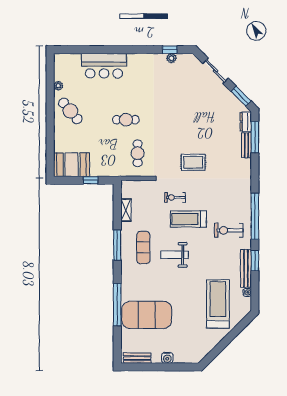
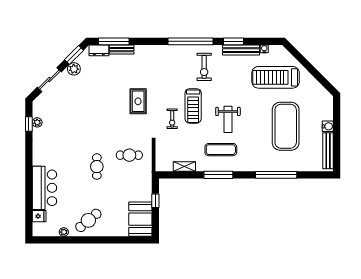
fridge: (75, 60) -> (39, 216), added
plant: (227, 96) -> (74, 69), added
exercise mat: (147, 315) -> (286, 126), moved
bench: (137, 358) -> (328, 151), width x1.36

